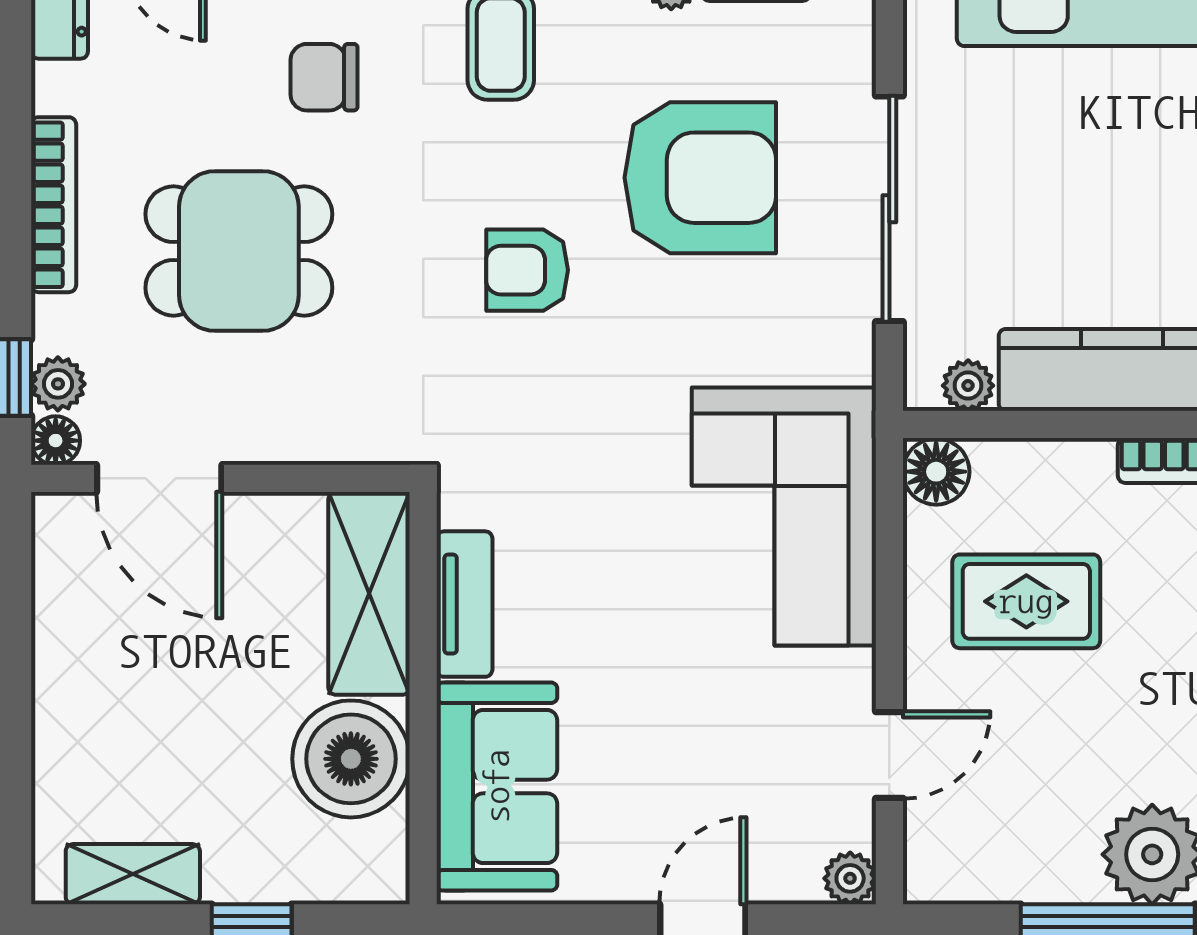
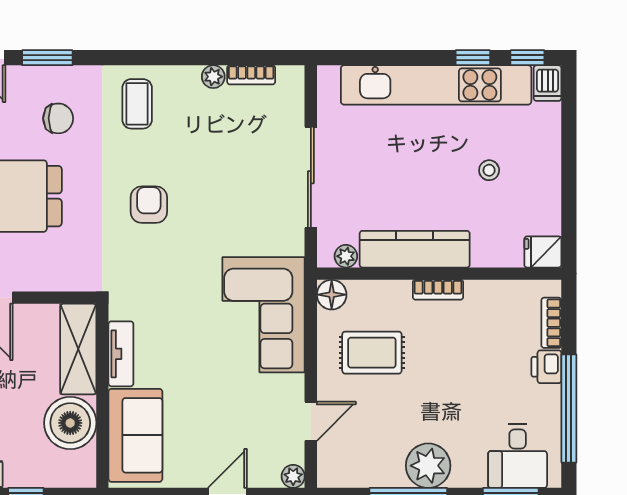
chair: (324, 77) -> (58, 118), turned 180
armchair: (700, 178) -> (226, 163), removed
armchair: (527, 270) -> (149, 205), turned 90

